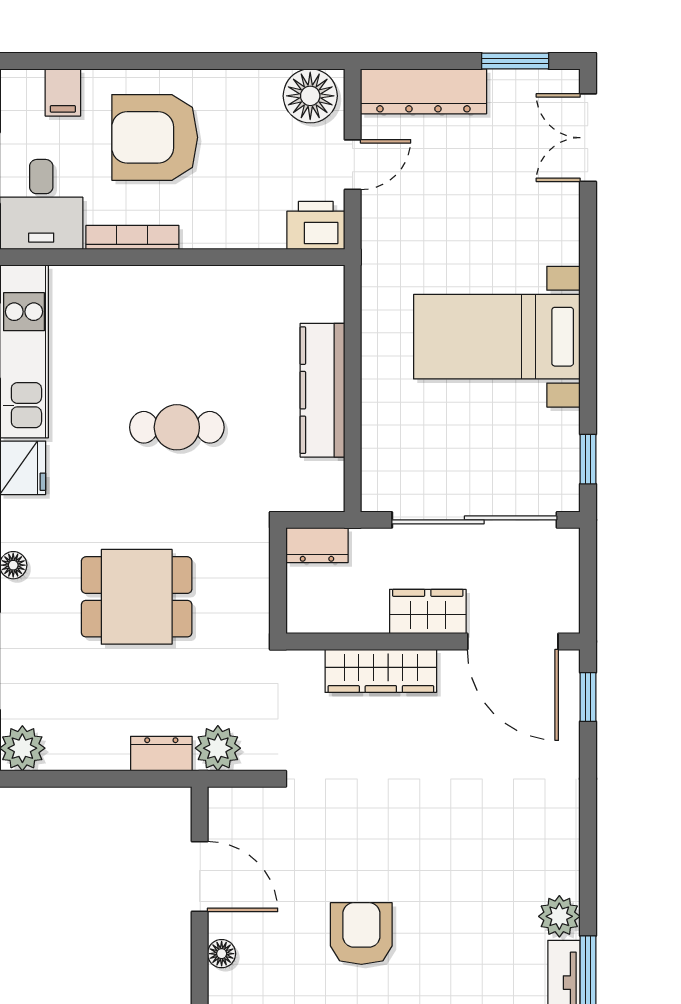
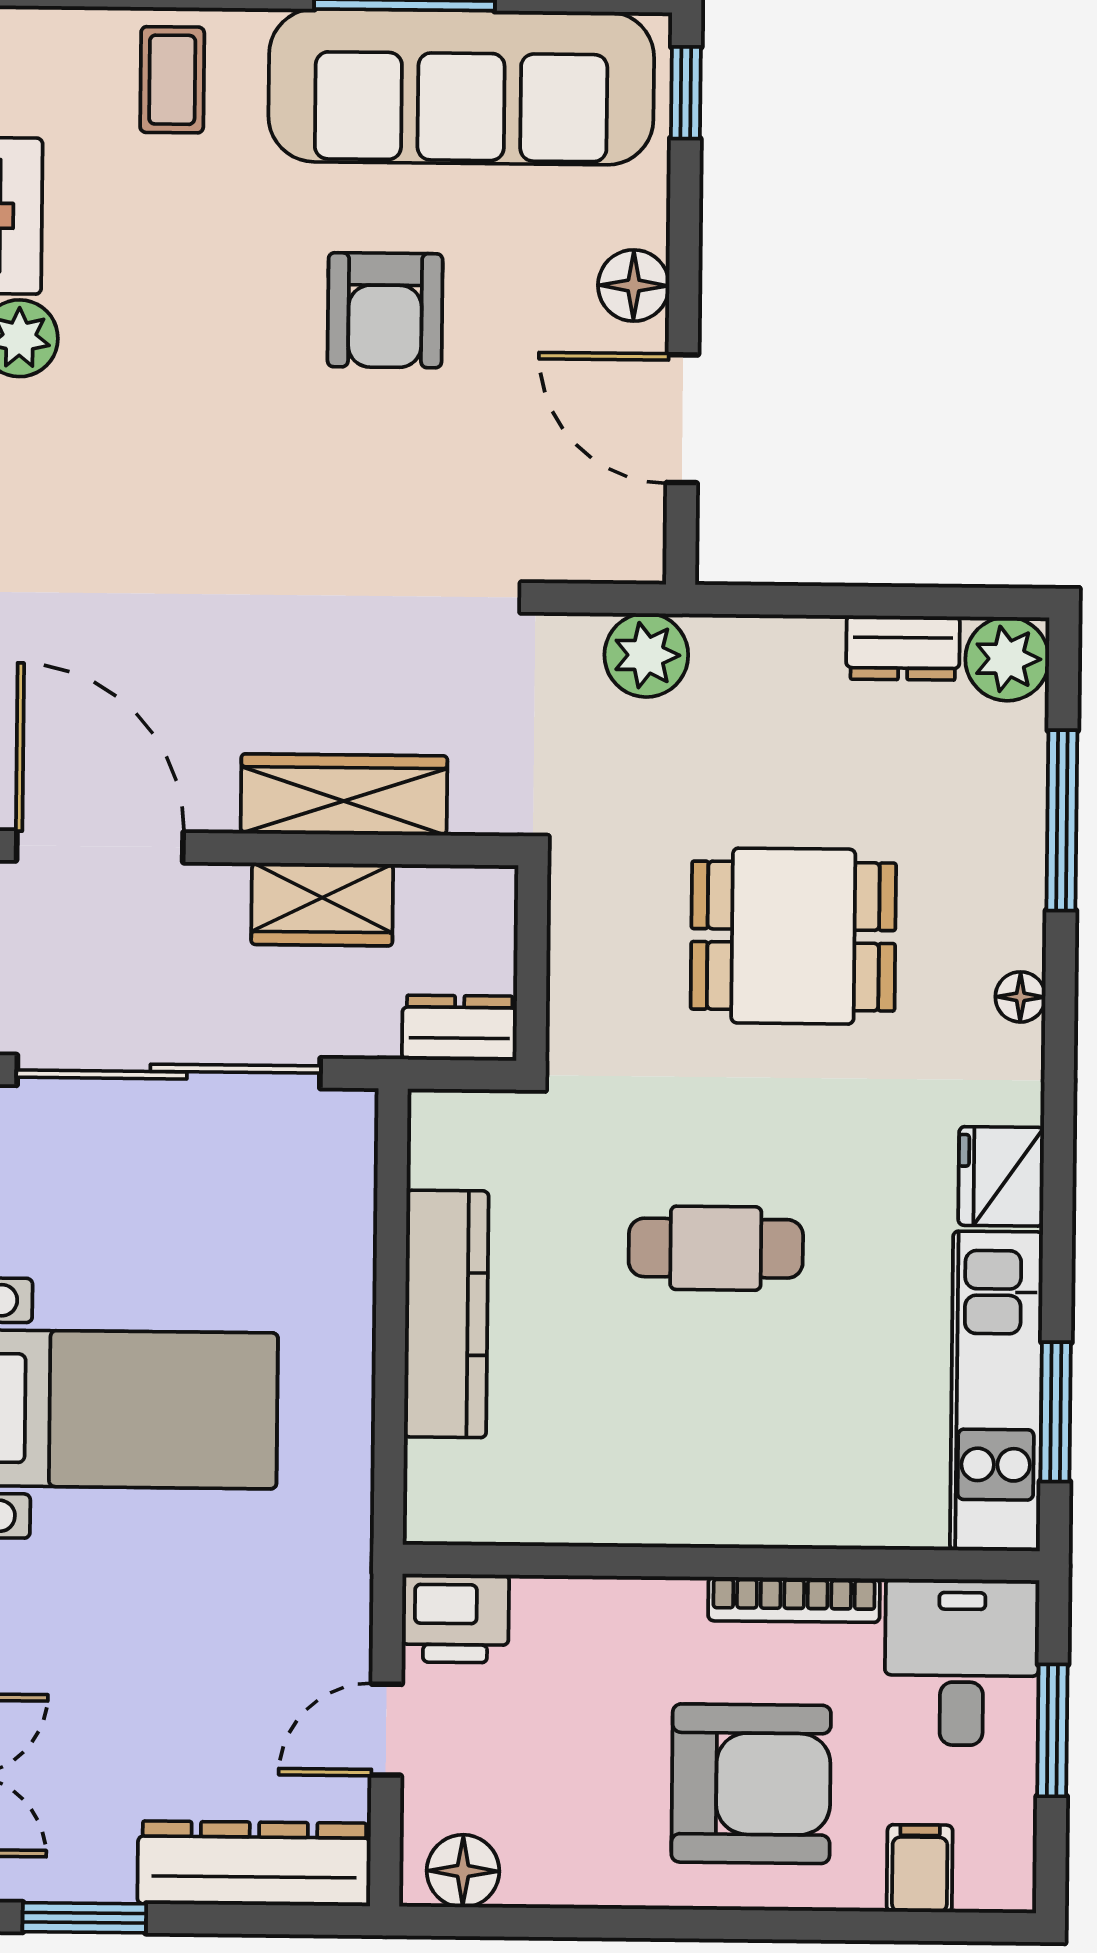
floor lamp: (310, 96) -> (463, 1871), width x0.73, depth x0.73
wardrobe: (428, 611) -> (322, 904), moved
dresser: (161, 754) -> (903, 648), moved
floor lamp: (222, 954) -> (634, 285), width x1.37, depth x1.37

